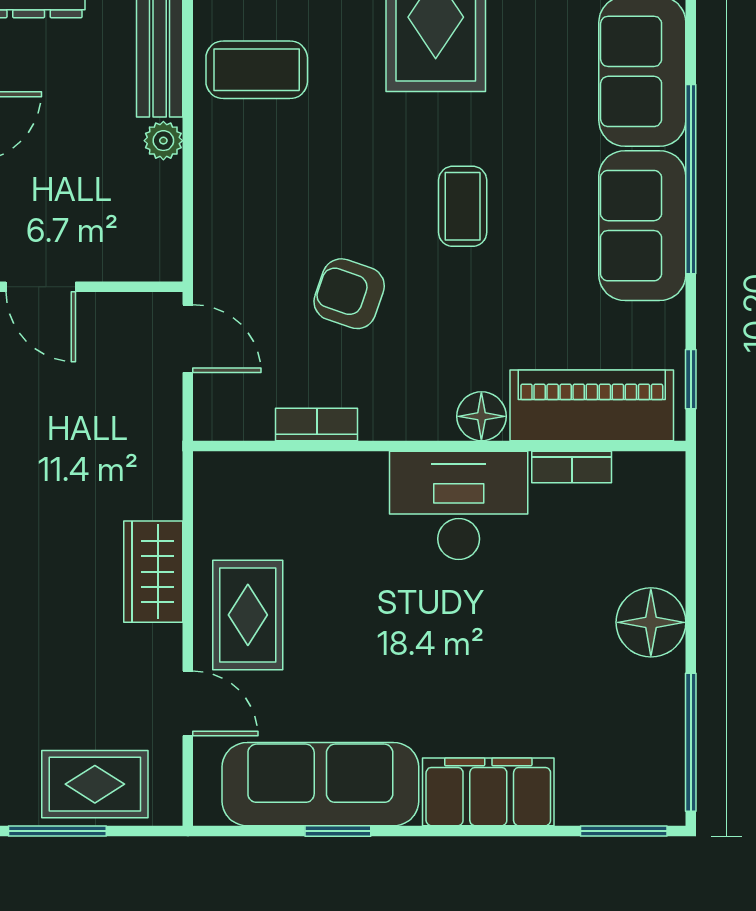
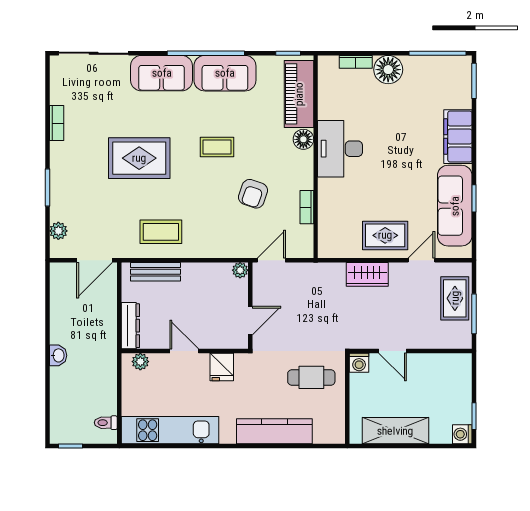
coffee table: (257, 70) -> (161, 232), turned 90
plant: (163, 141) -> (240, 270), moved
bookcase: (572, 467) -> (356, 62), moved, turned 90

